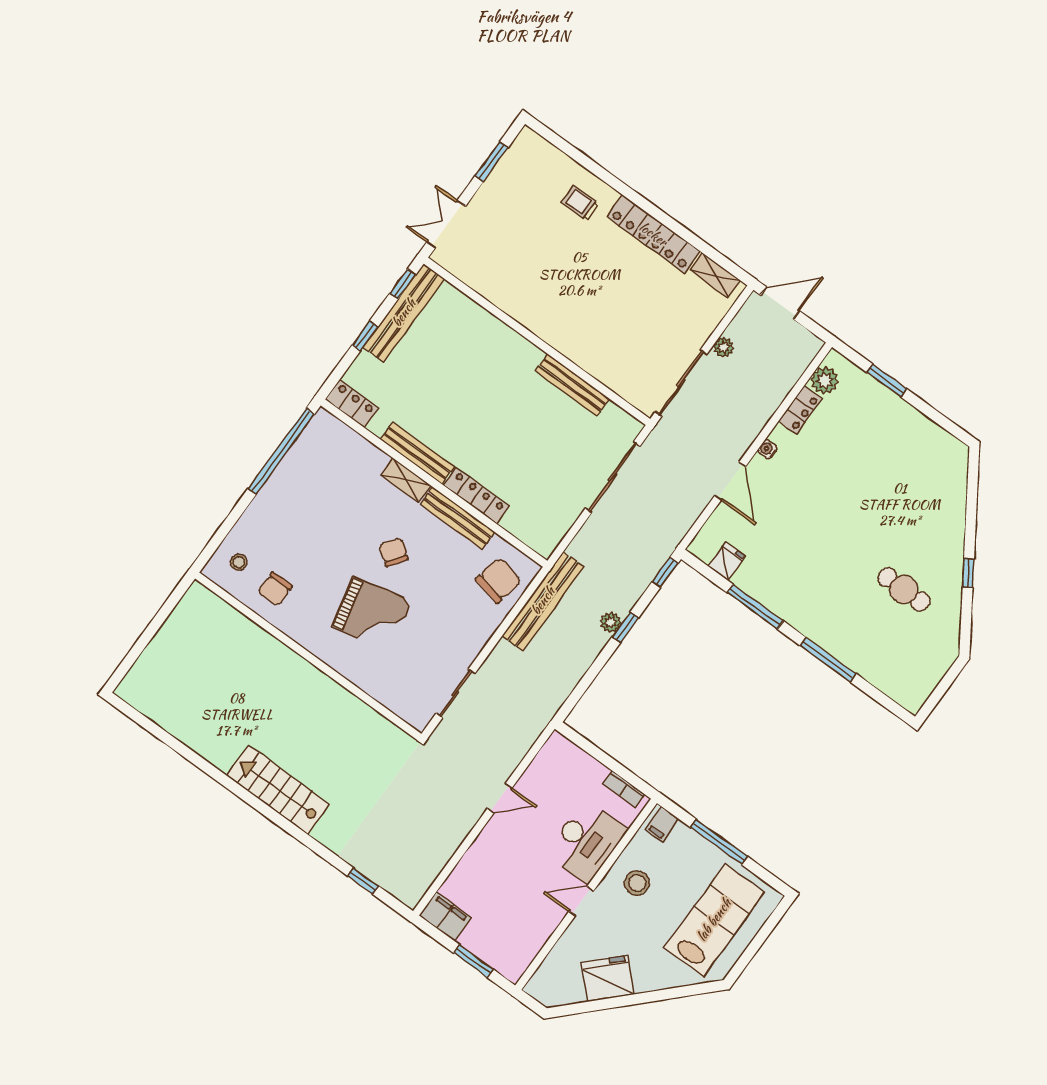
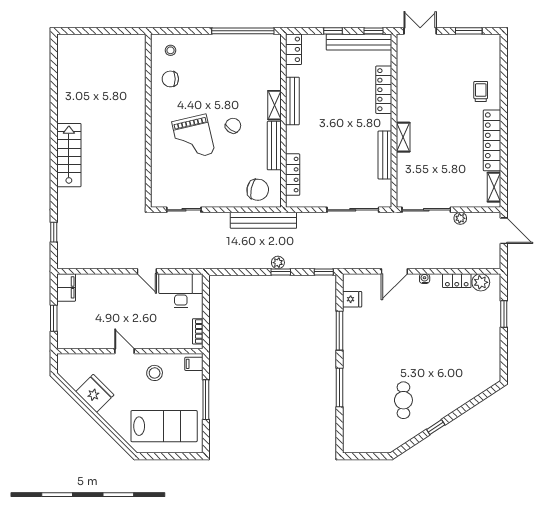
locker: (488, 326) -> (384, 90), added
shelving: (566, 345) -> (403, 137), added
locker: (476, 496) -> (293, 175), moved
desk: (586, 842) -> (181, 291), moved, turned 180

